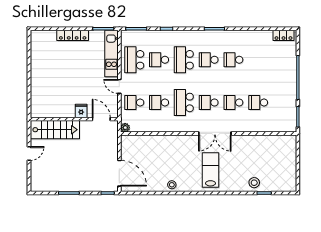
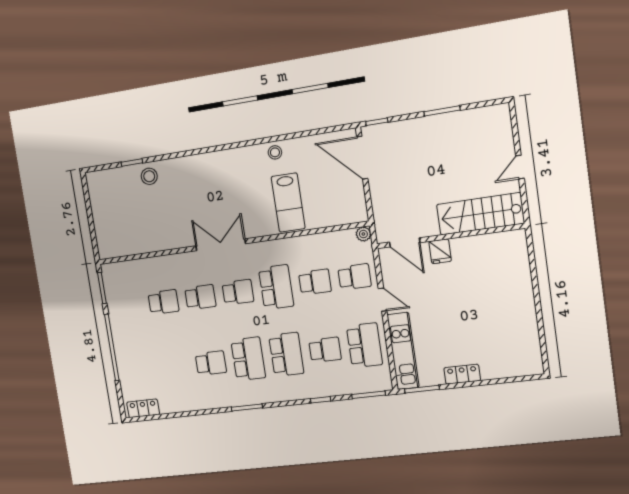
locker: (73, 35) -> (462, 374), width x0.66
school desk: (209, 60) -> (248, 359), width x1.85
lab bench: (210, 170) -> (288, 203), moved

